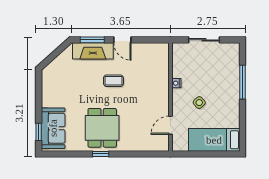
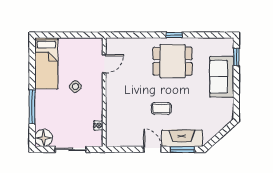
floor lamp: (231, 51) -> (44, 138), added
nightstand: (176, 83) -> (98, 125), moved
sofa: (53, 128) -> (222, 77), moved
dining table: (102, 128) -> (173, 61), turned 90
bed: (214, 140) -> (46, 63), moved, turned 90

